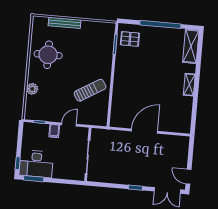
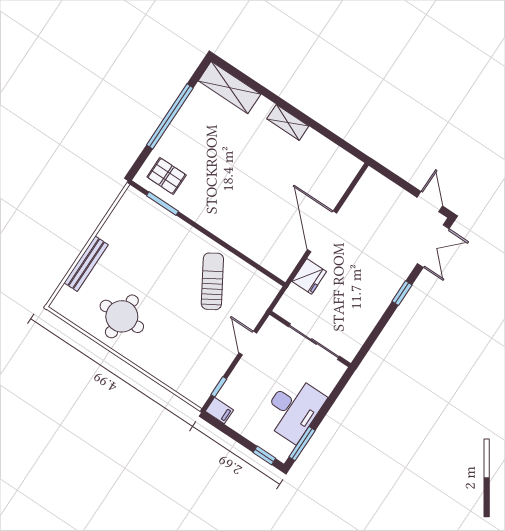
pallet: (130, 39) -> (167, 176), turned 90
plant: (32, 89) -> (161, 370), removed
filing cabinet: (54, 131) -> (219, 411), moved
fridge: (119, 137) -> (309, 276), added
desk: (36, 164) -> (293, 409), moved
door: (188, 177) -> (430, 202), swing flipped

